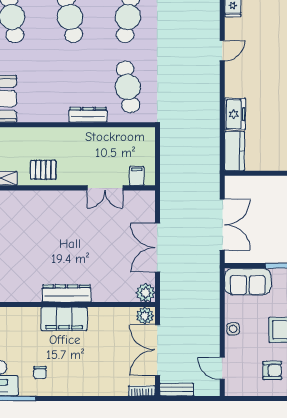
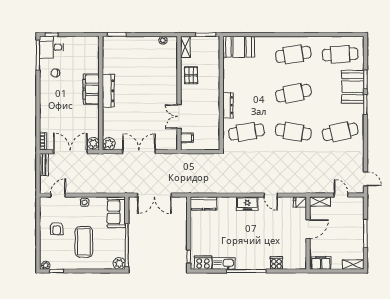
freezer: (235, 114) -> (247, 204), moved

